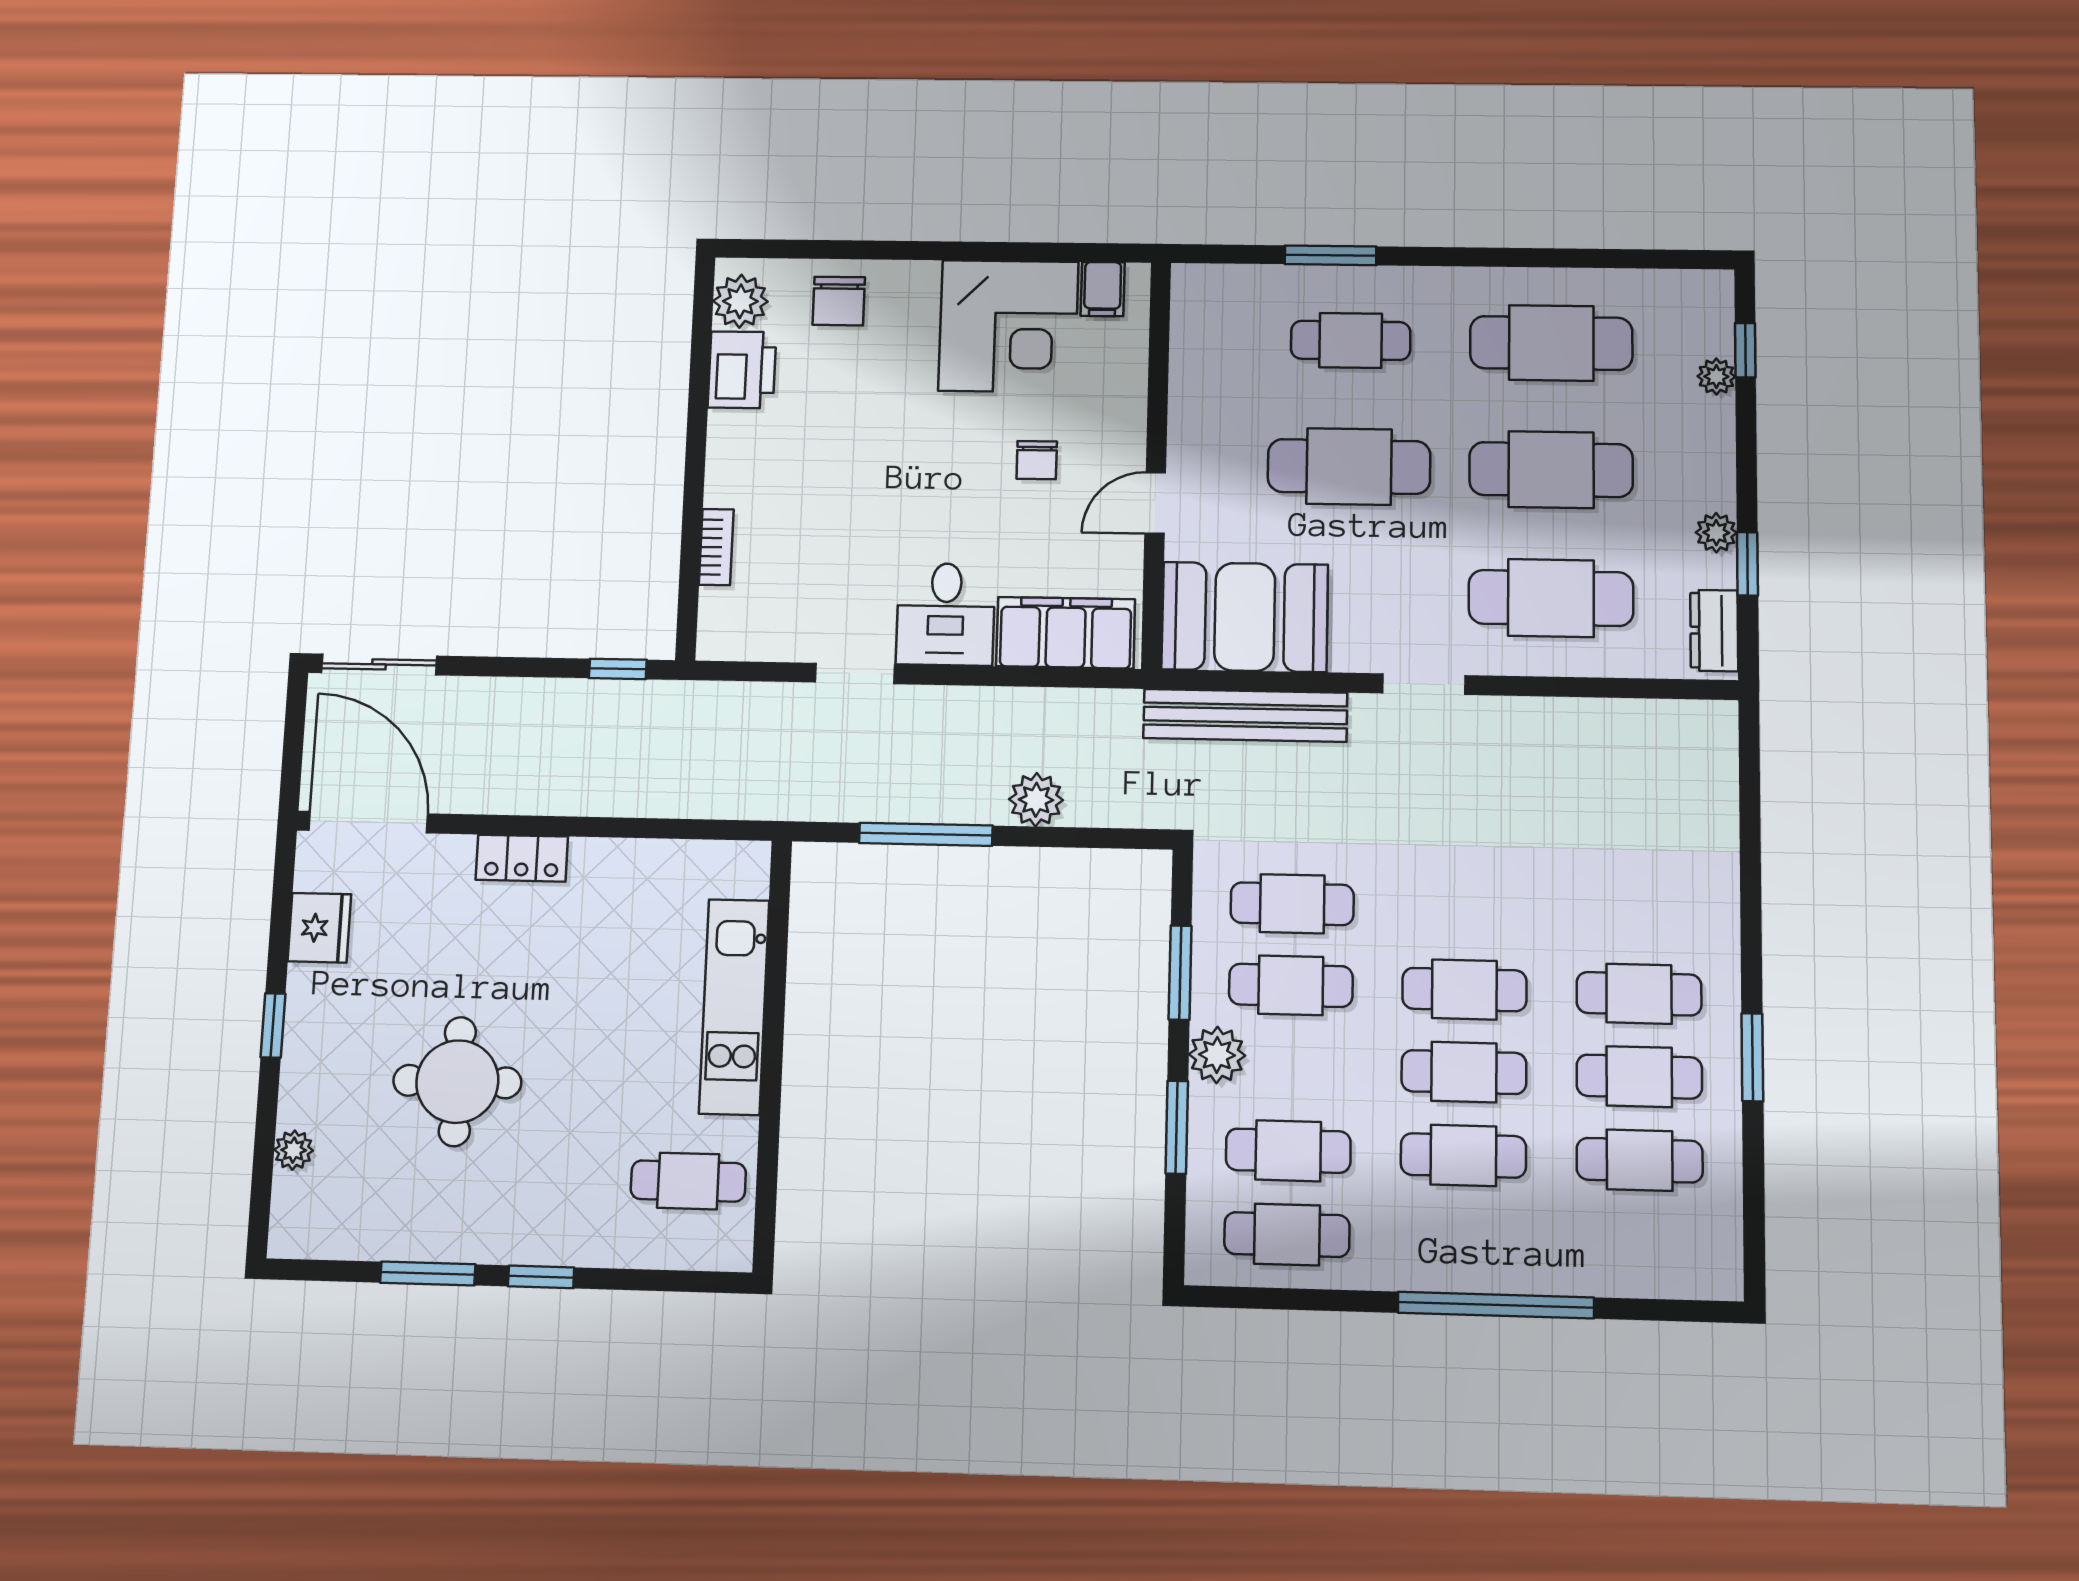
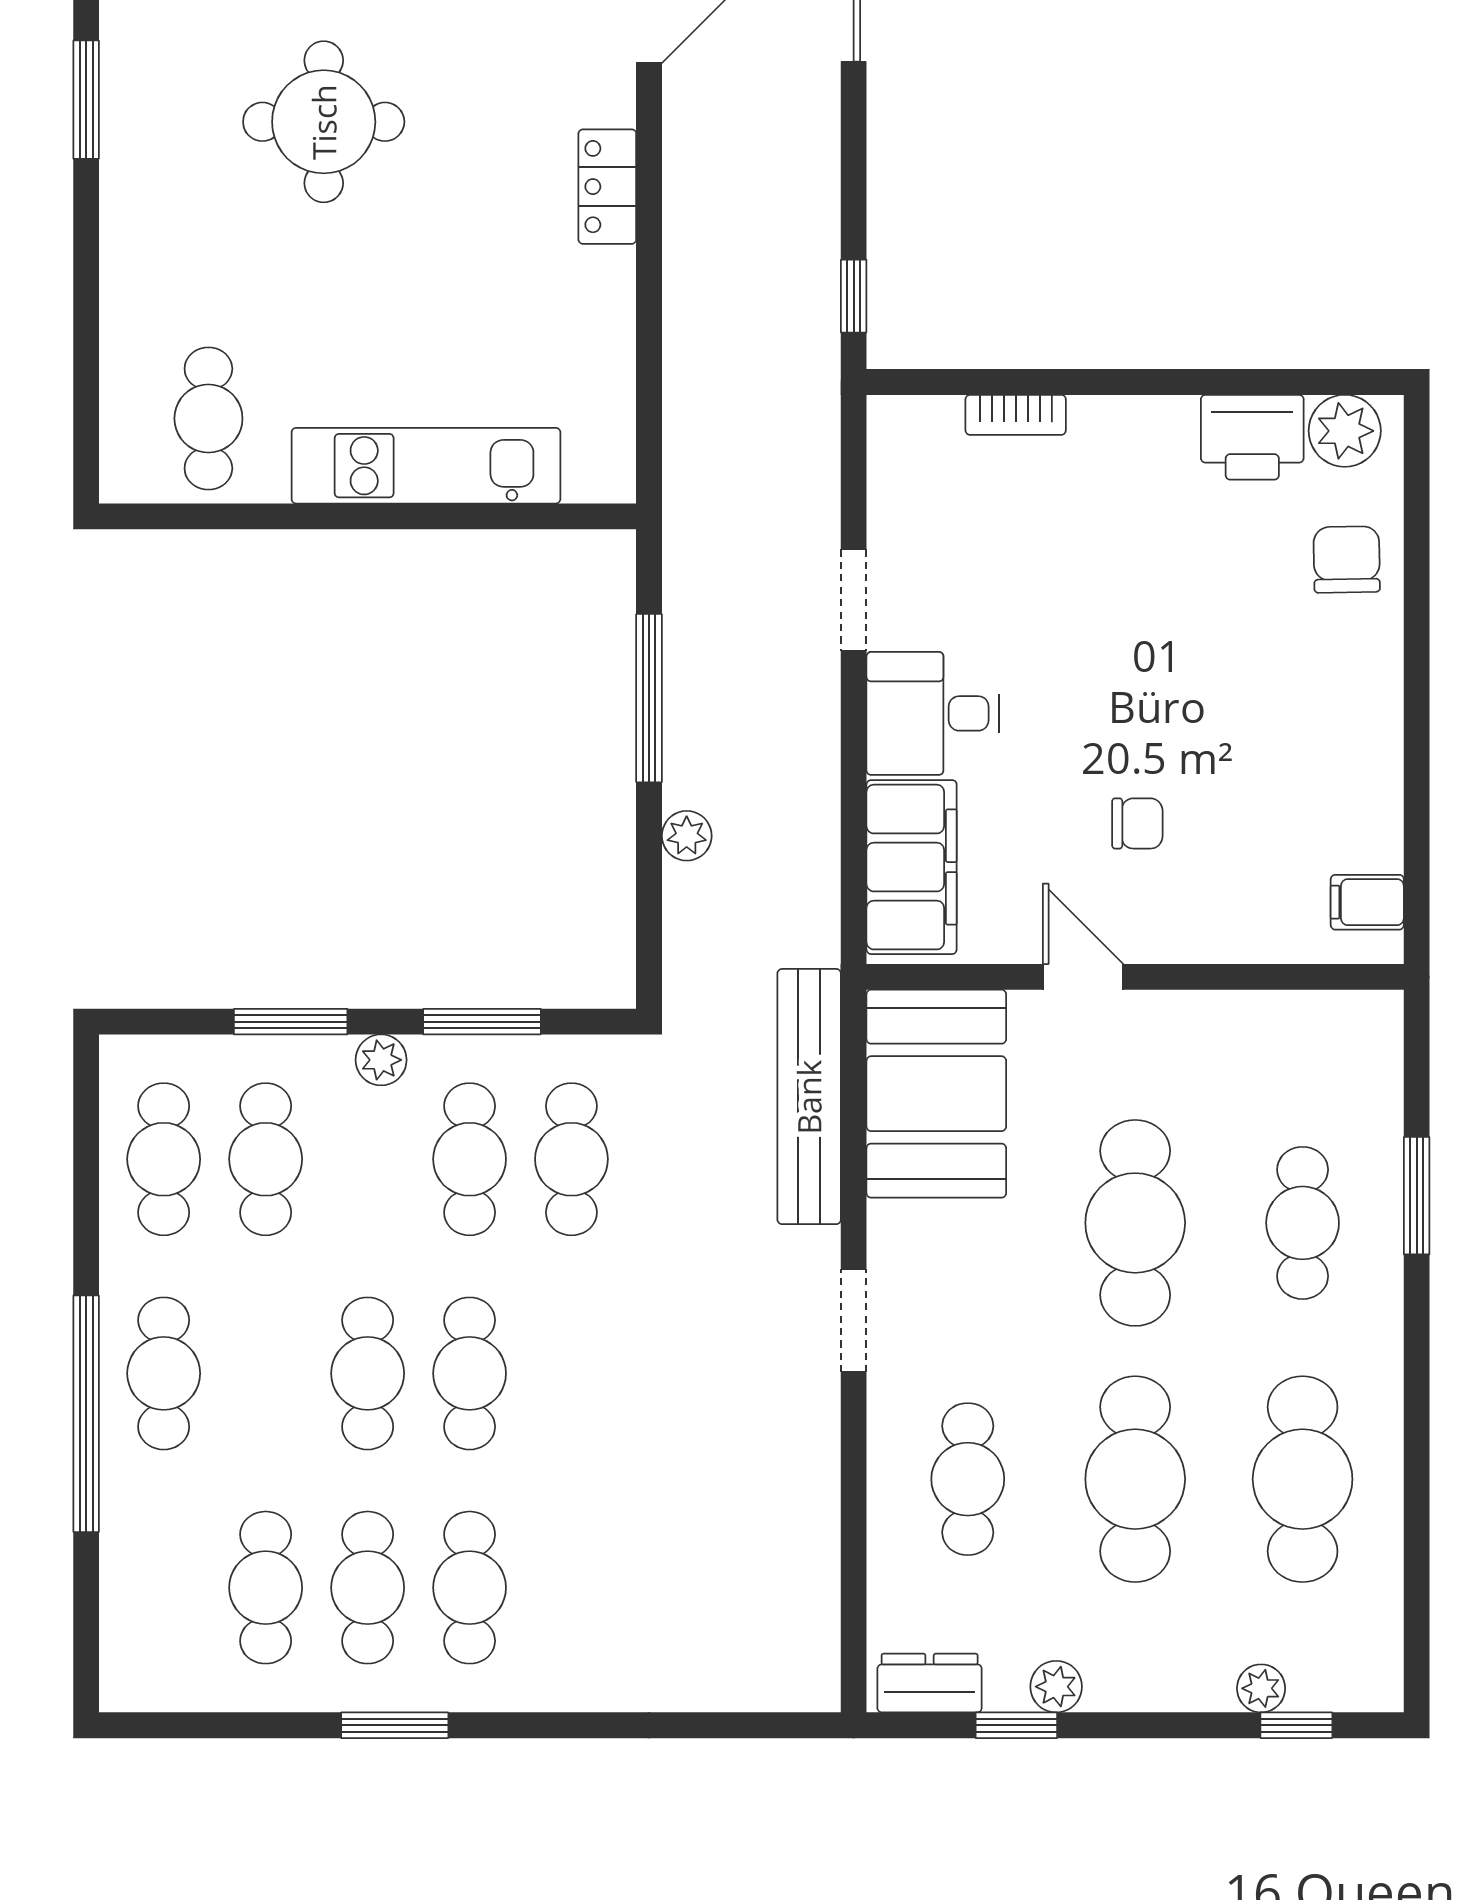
chair: (839, 301) -> (1347, 559), turned 89
corner desk: (1008, 326) -> (1316, 781), removed
chair: (1037, 460) -> (1137, 823), turned 180
cafe table: (1551, 598) -> (968, 1479), width x0.73, depth x0.74
plant: (1036, 800) -> (687, 836), width x0.73, depth x0.73
plant: (1217, 1055) -> (381, 1060), width x0.73, depth x0.73
cafe table: (1463, 1155) -> (164, 1373), moved
window: (541, 1277) -> (86, 241), removed

